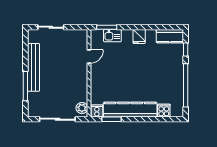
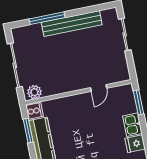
kitchen sink: (112, 36) -> (132, 125), moved
door: (89, 56) -> (99, 88), hinge flipped

